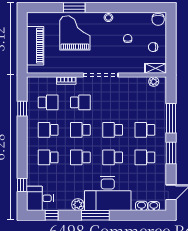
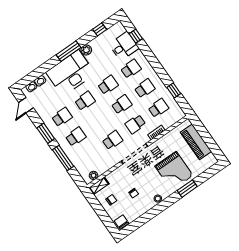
school desk: (48, 102) -> (158, 108), turned 180
school desk: (113, 130) -> (112, 140), moved
desk: (40, 198) -> (124, 46), moved

